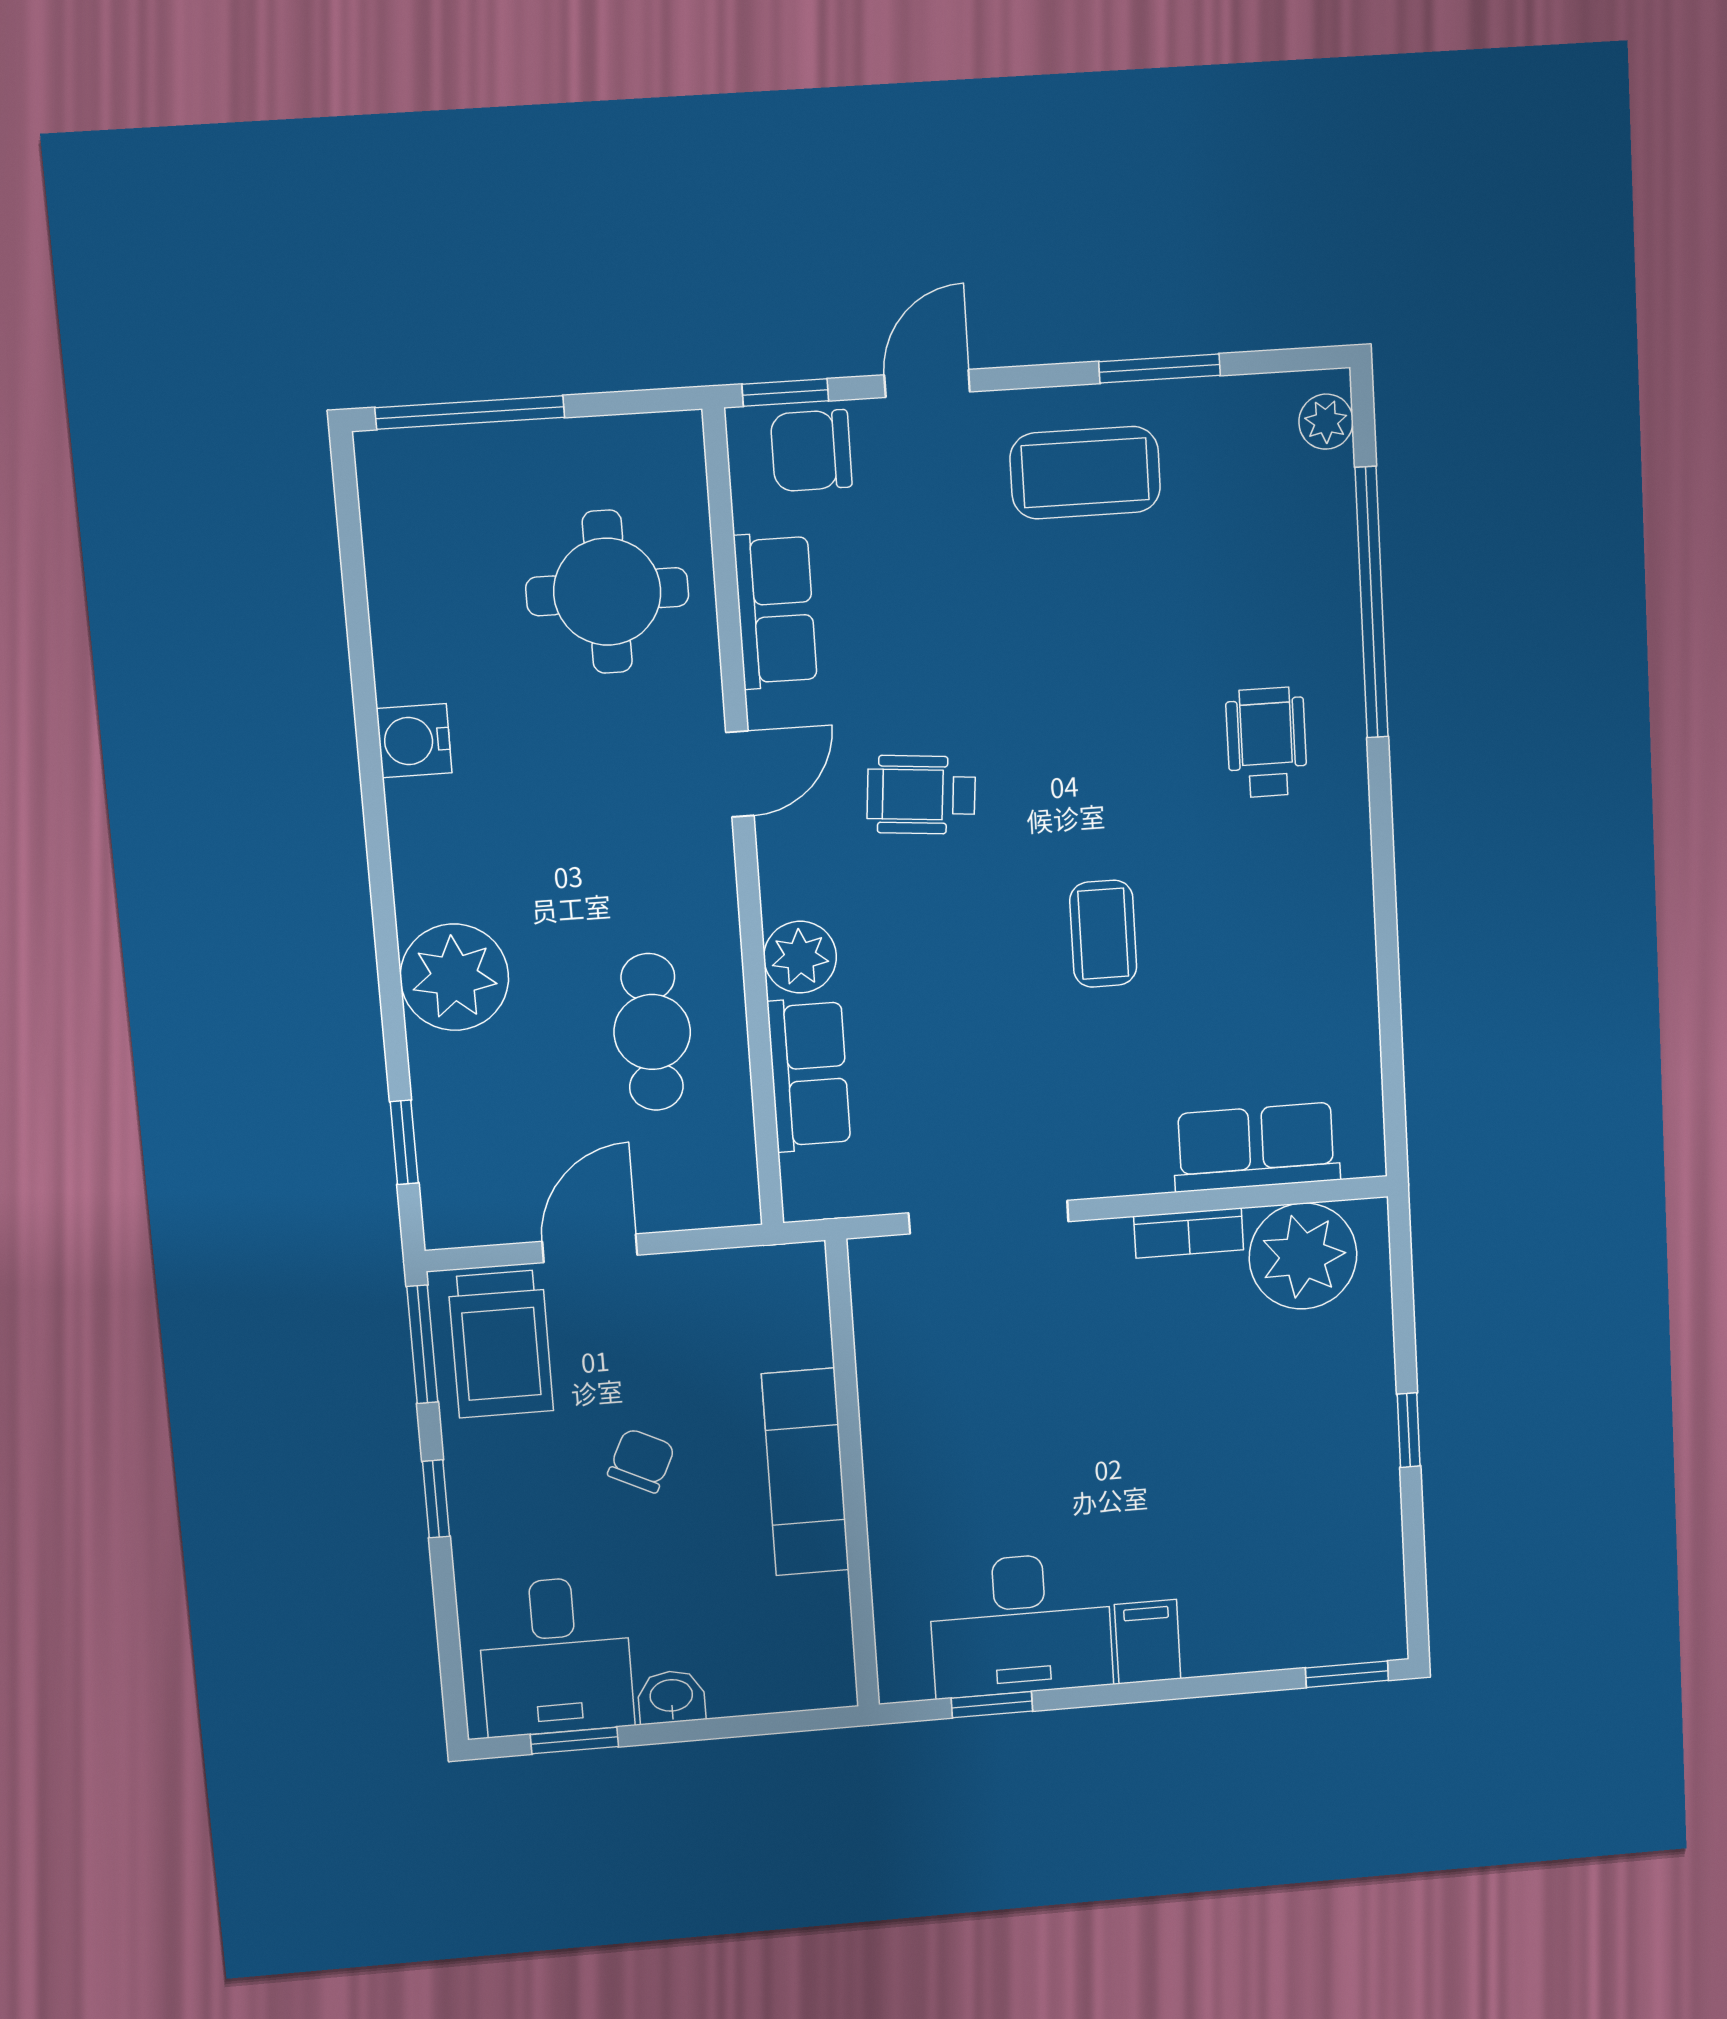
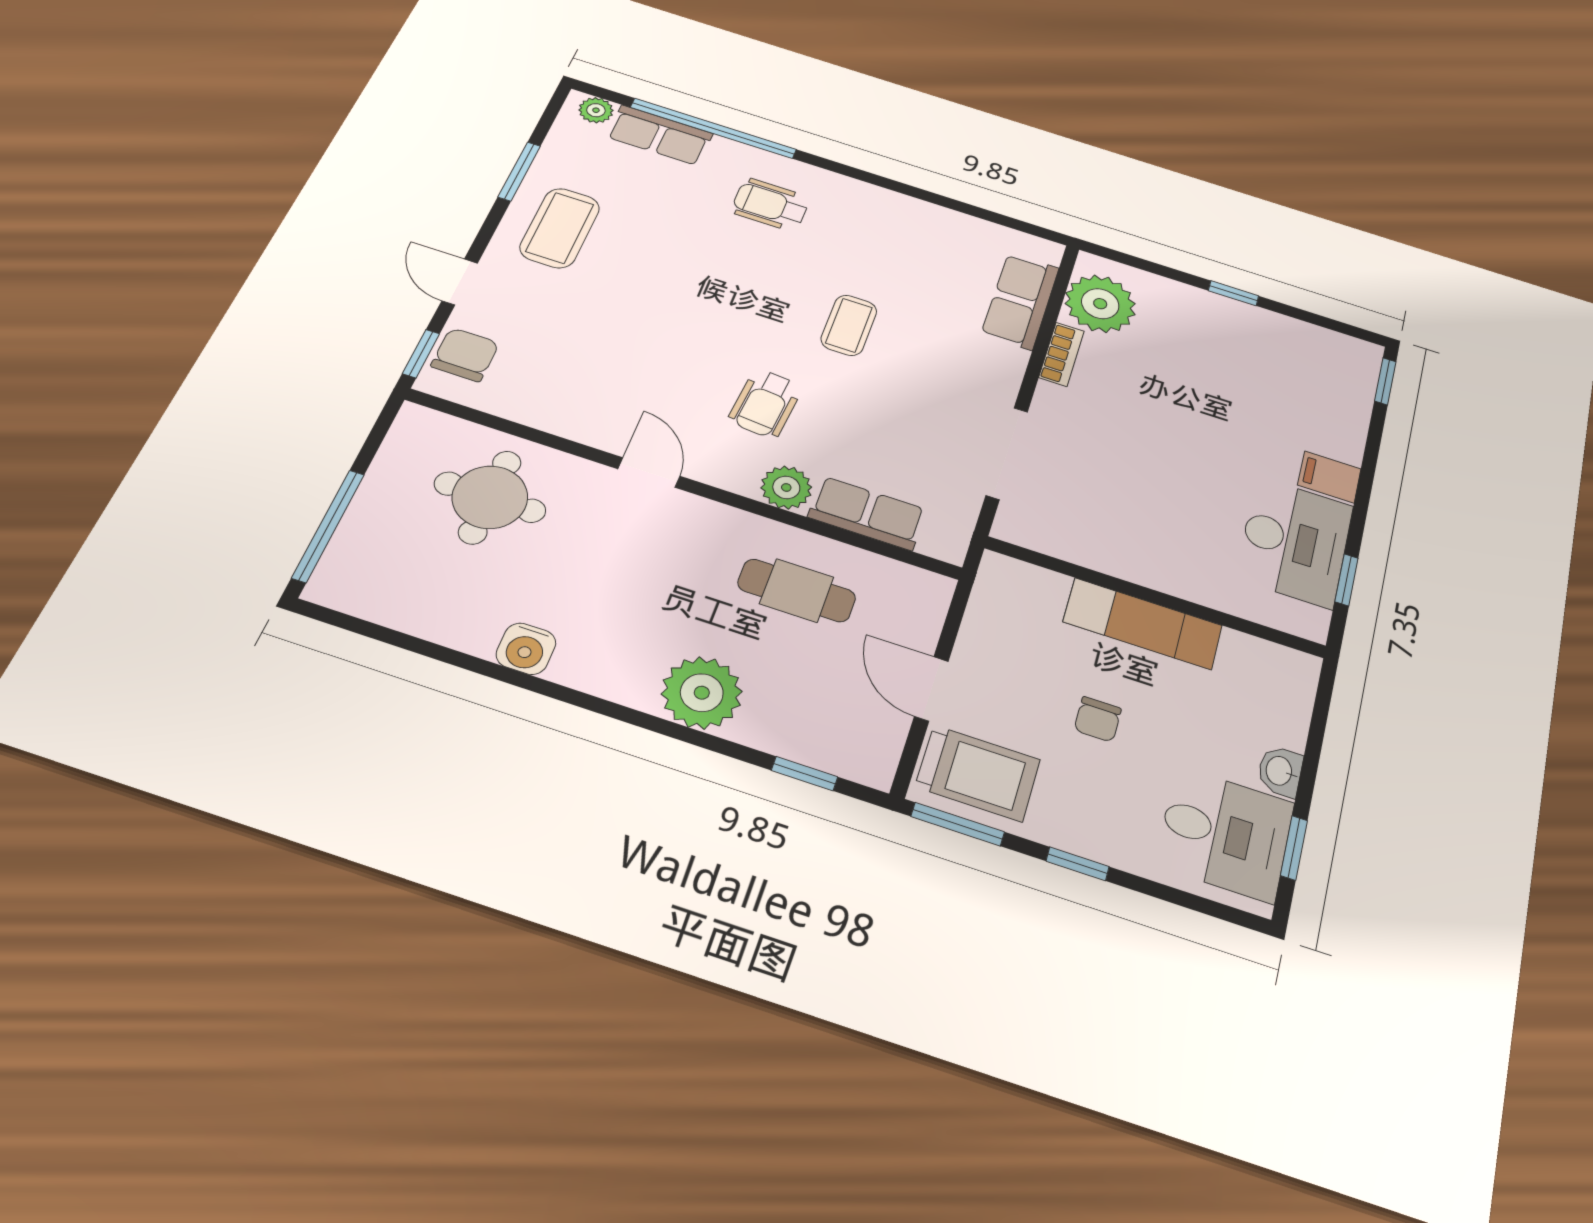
chair: (811, 451) -> (465, 355), turned 180
row of seats: (775, 610) -> (660, 135), moved, turned 180
wheelchair: (921, 795) -> (765, 404), moved
coffee table: (1103, 934) -> (849, 325), turned 90
chair: (641, 1461) -> (1098, 719), turned -116

